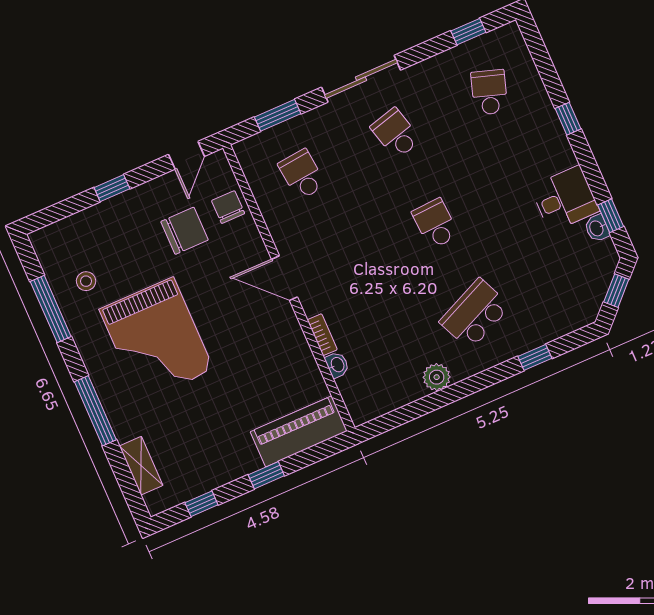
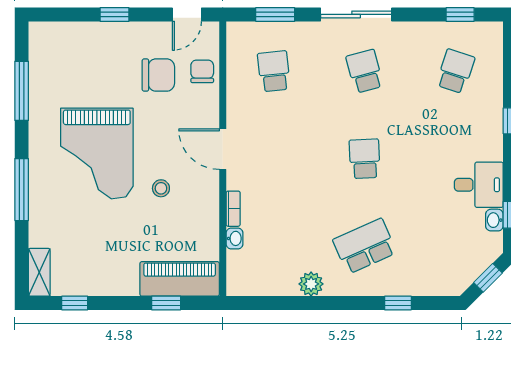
stool: (86, 281) -> (161, 188), moved
shelving: (141, 466) -> (39, 272), moved
window: (266, 475) -> (166, 303), moved

